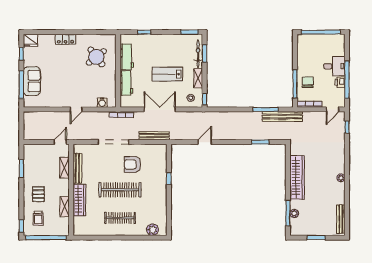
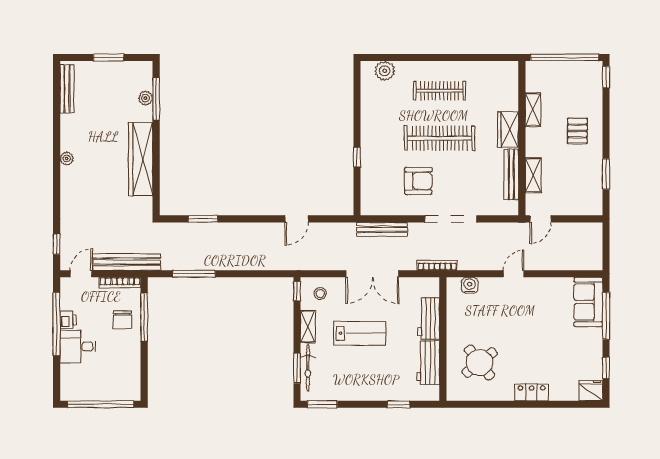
sofa: (32, 81) -> (588, 302), moved
bench: (282, 116) -> (127, 262), moved
wardrobe: (79, 200) -> (508, 130), width x0.67
trolley: (38, 218) -> (578, 90), removed

